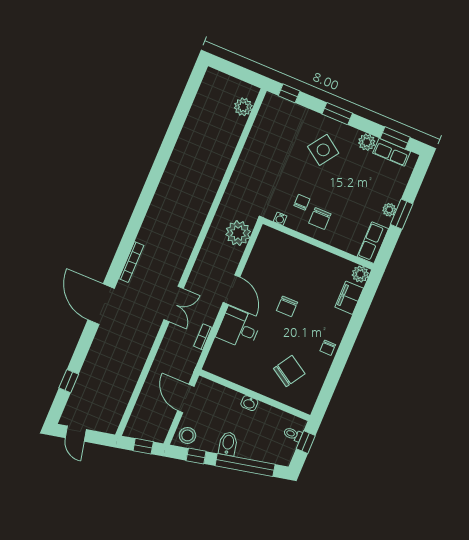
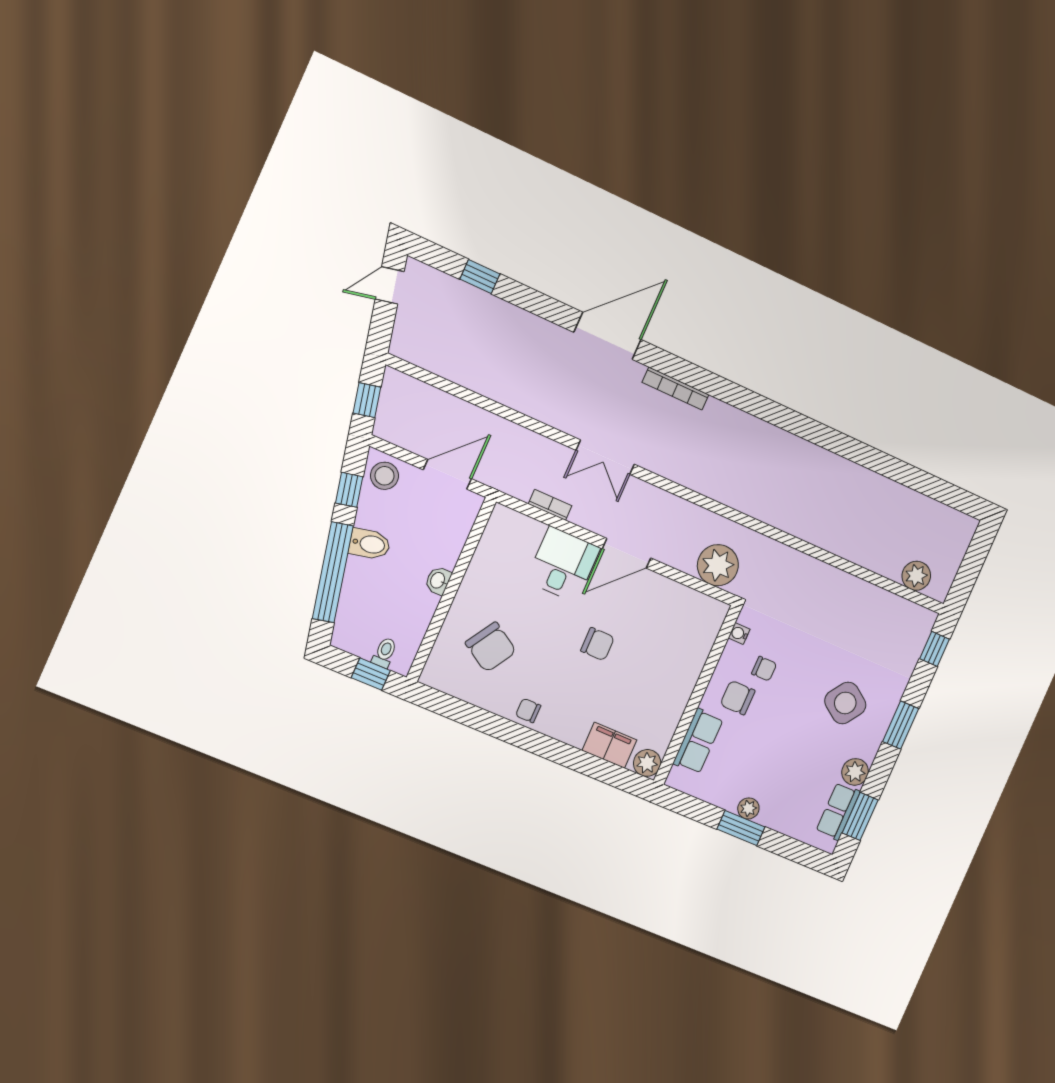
row of seats: (373, 243) -> (698, 741), moved, turned 90
chair: (287, 306) -> (597, 644), turned 180

